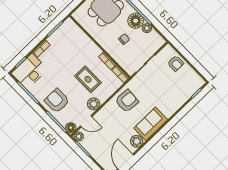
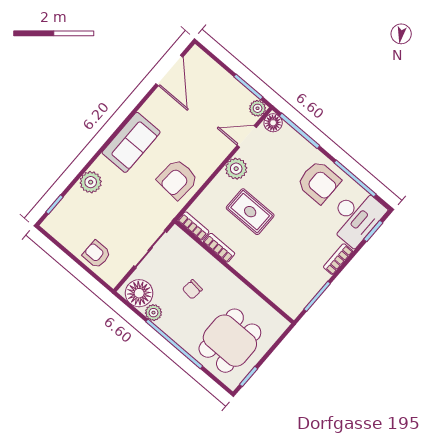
floor lamp: (136, 21) -> (139, 293), moved
armchair: (57, 101) -> (319, 182), moved
plant: (137, 141) -> (91, 182), moved

